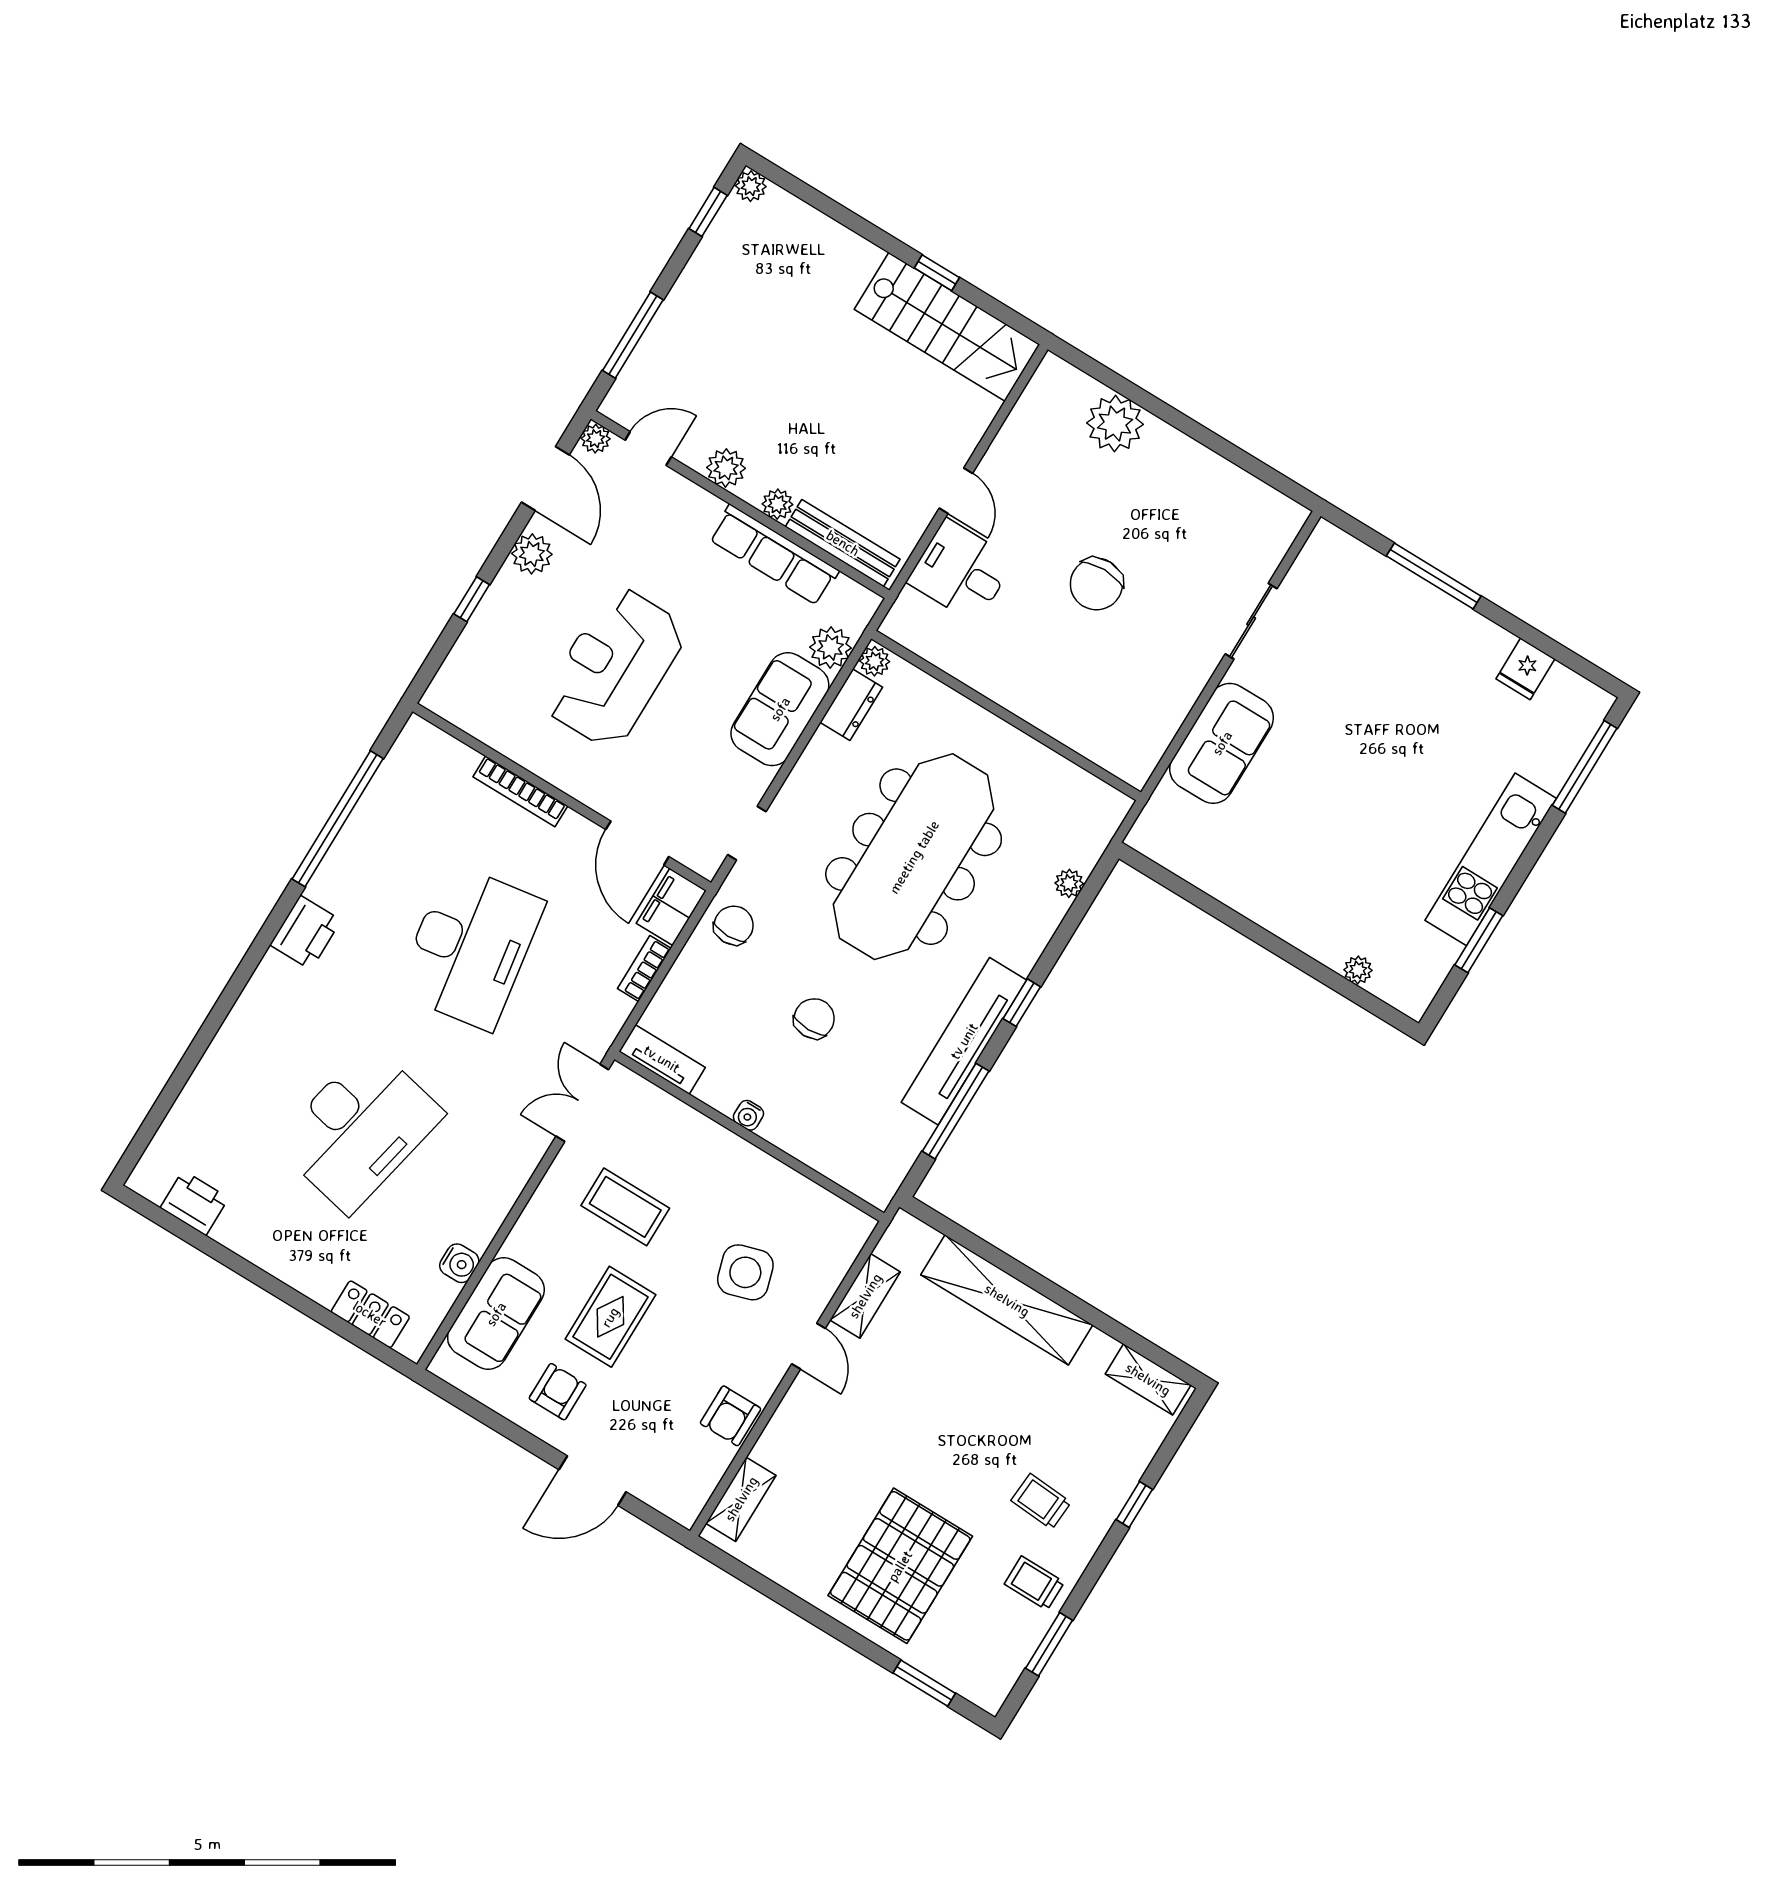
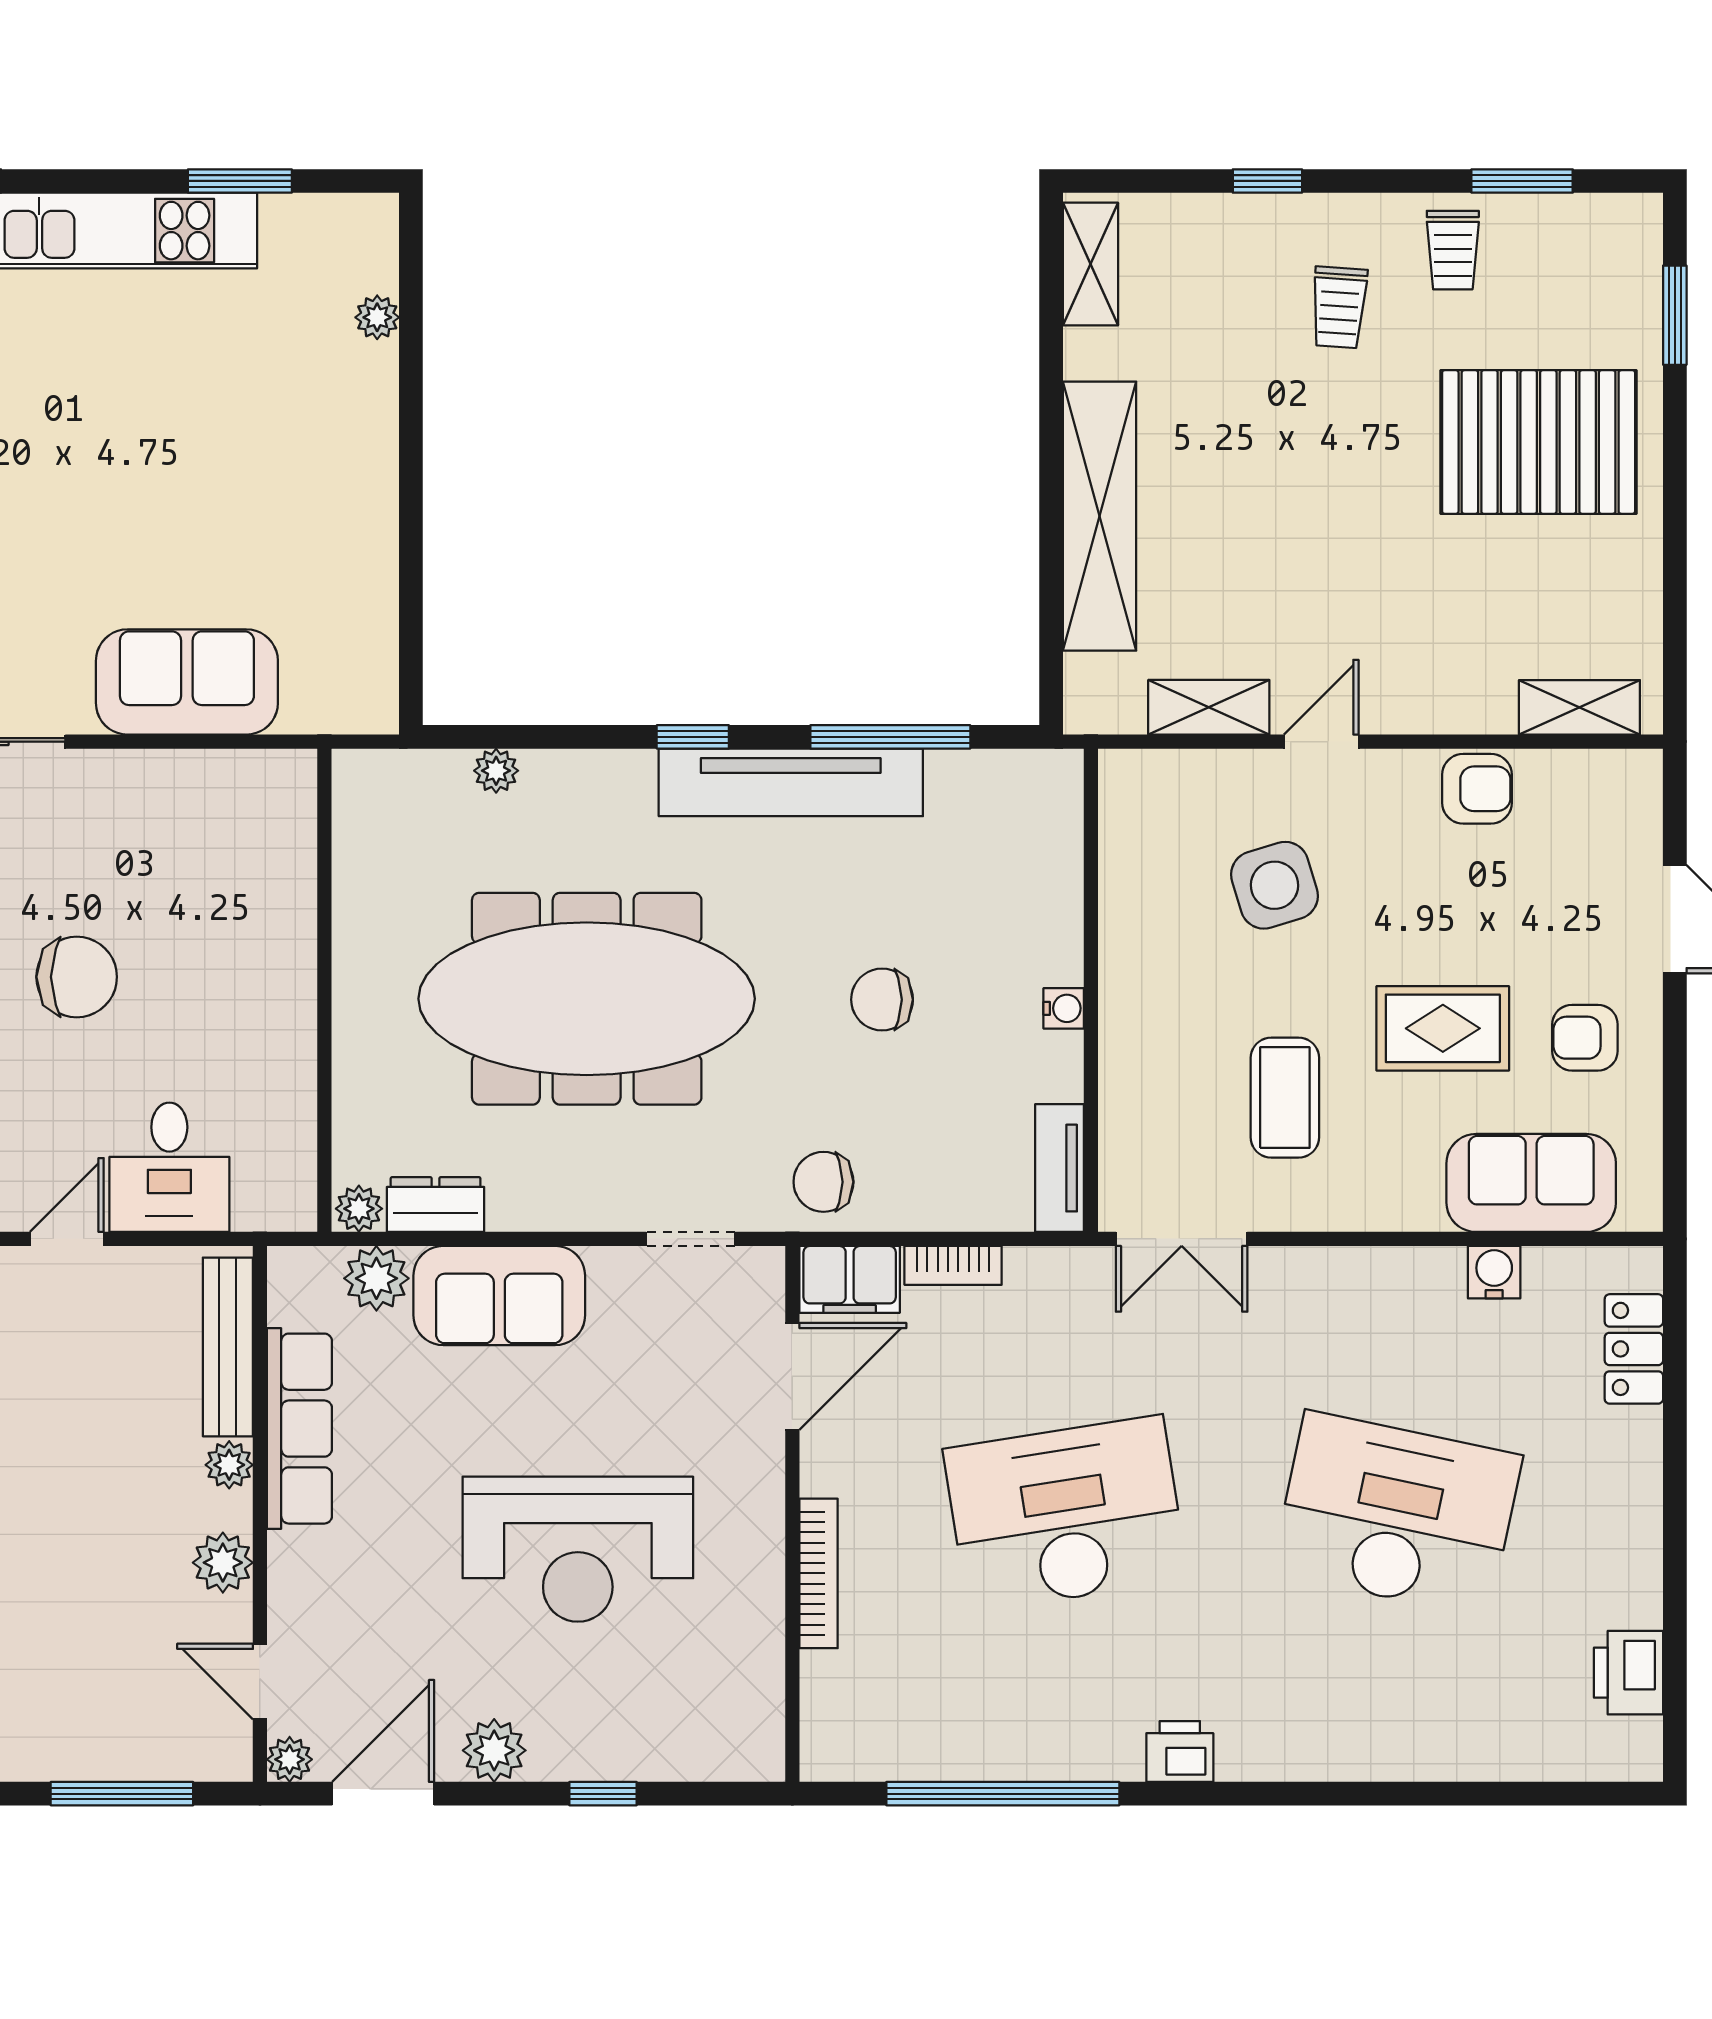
printer: (306, 932) -> (1180, 1751), width x0.73, depth x0.81

